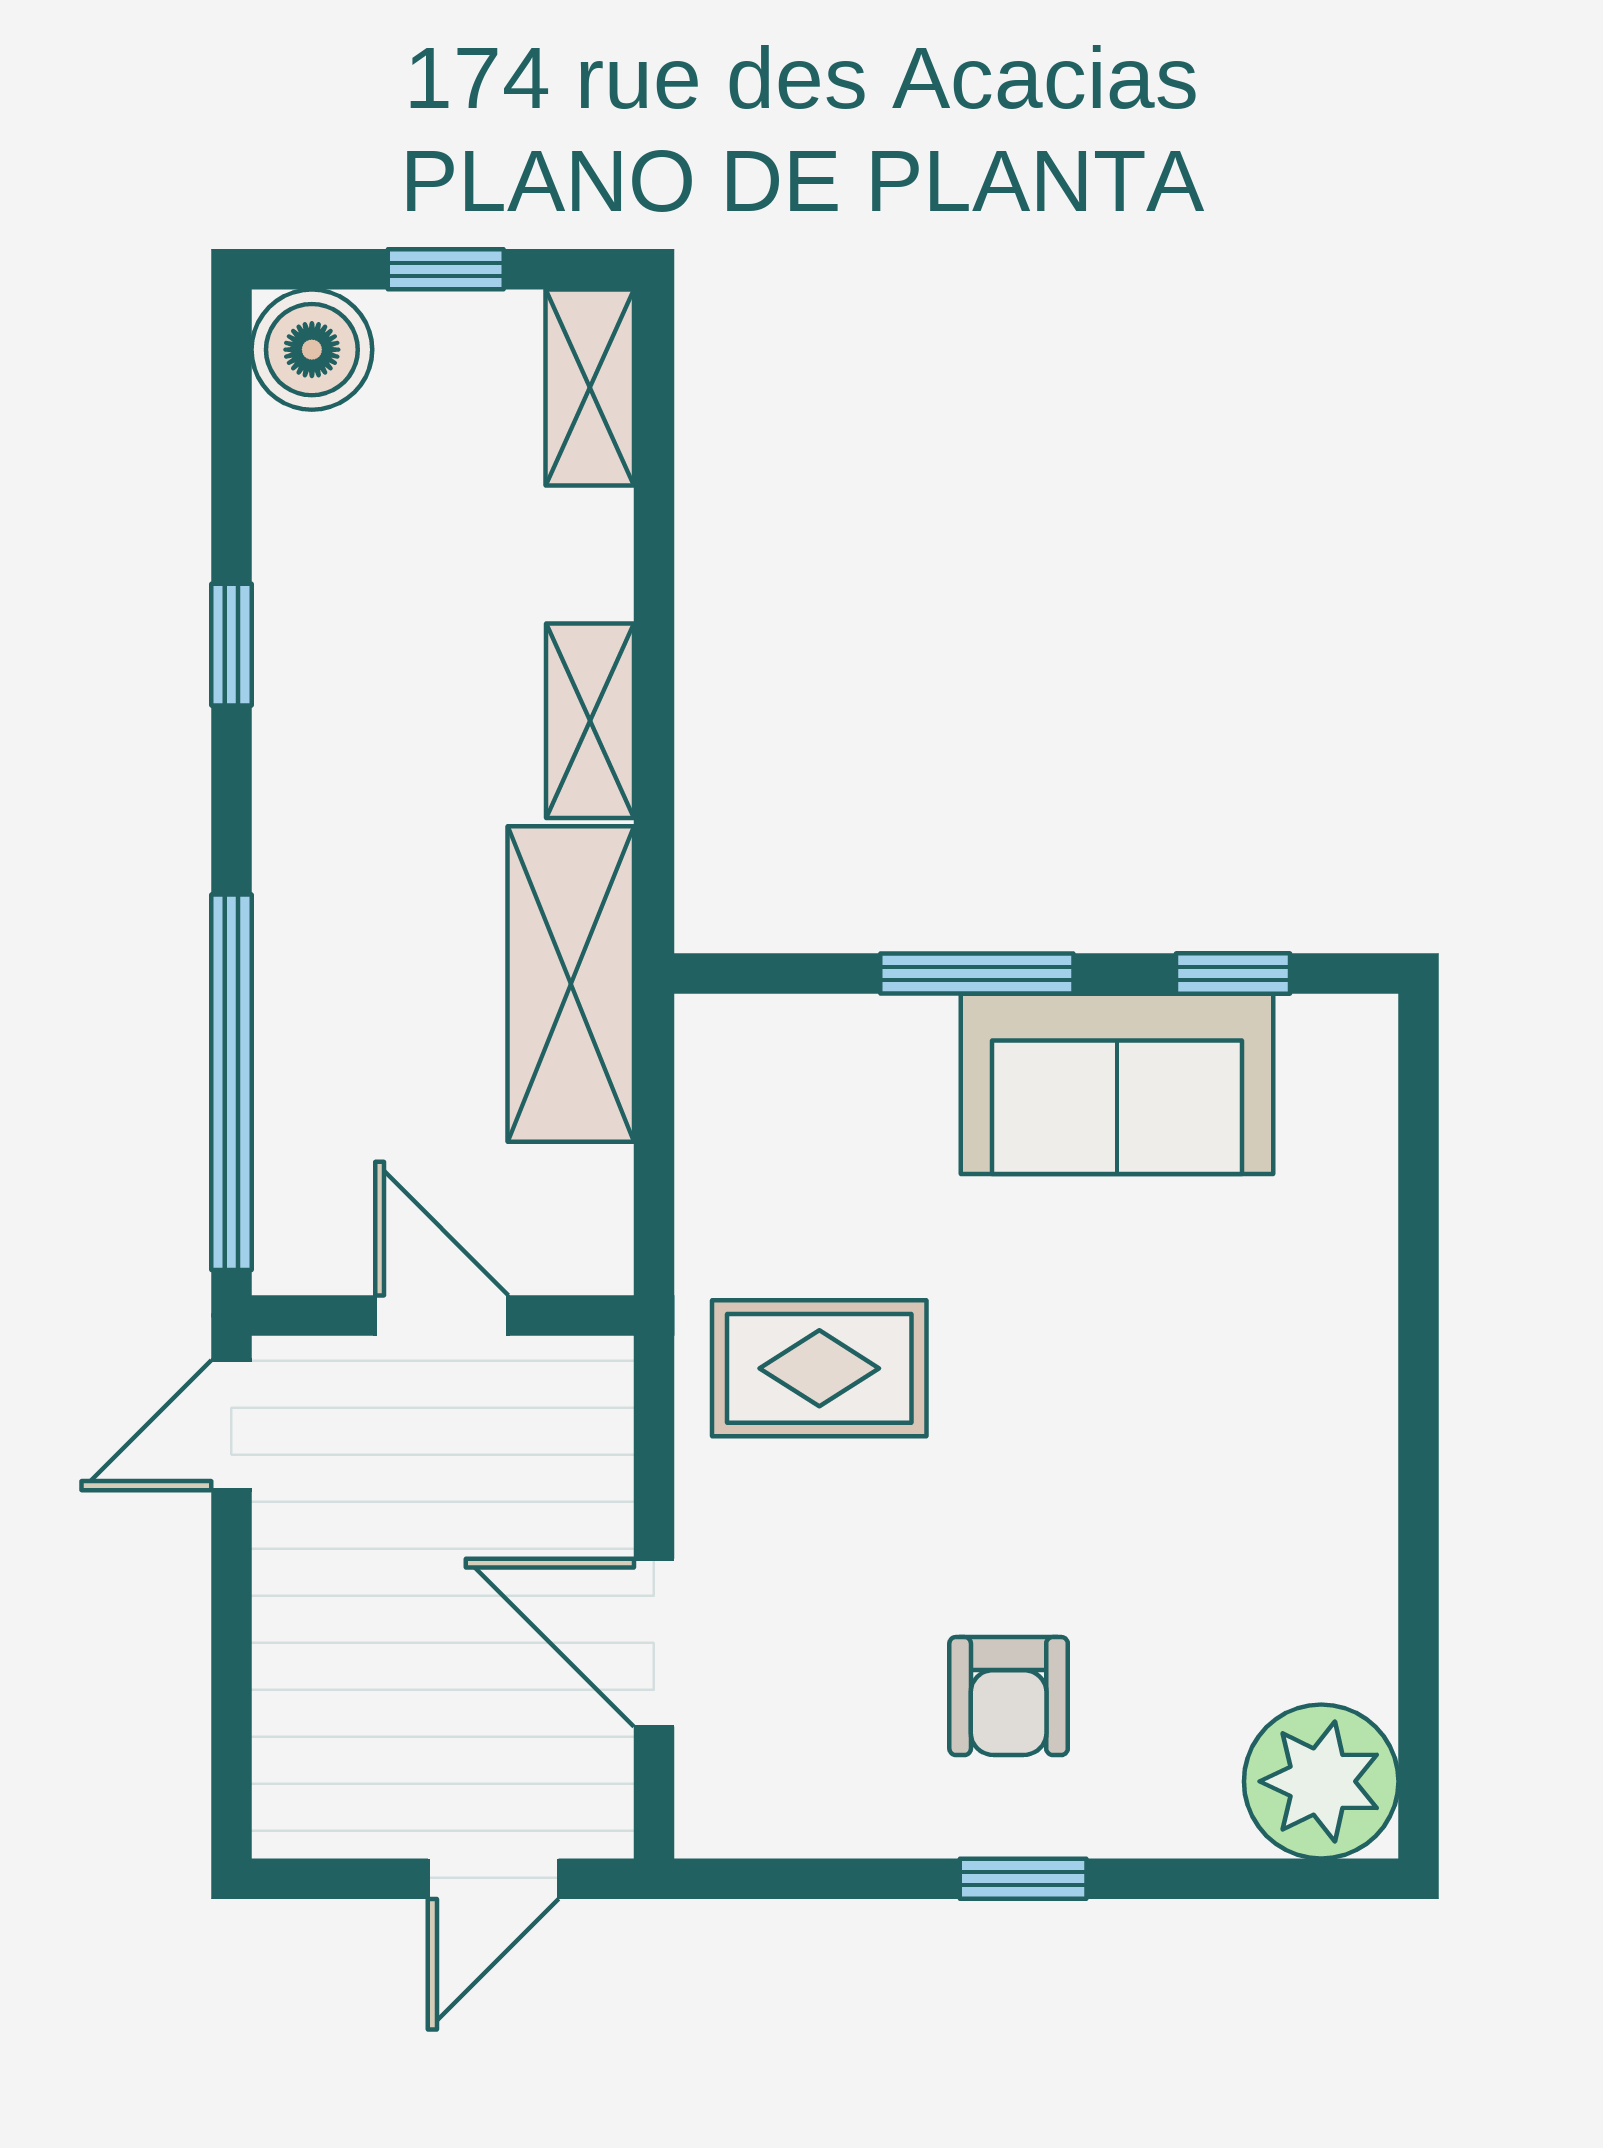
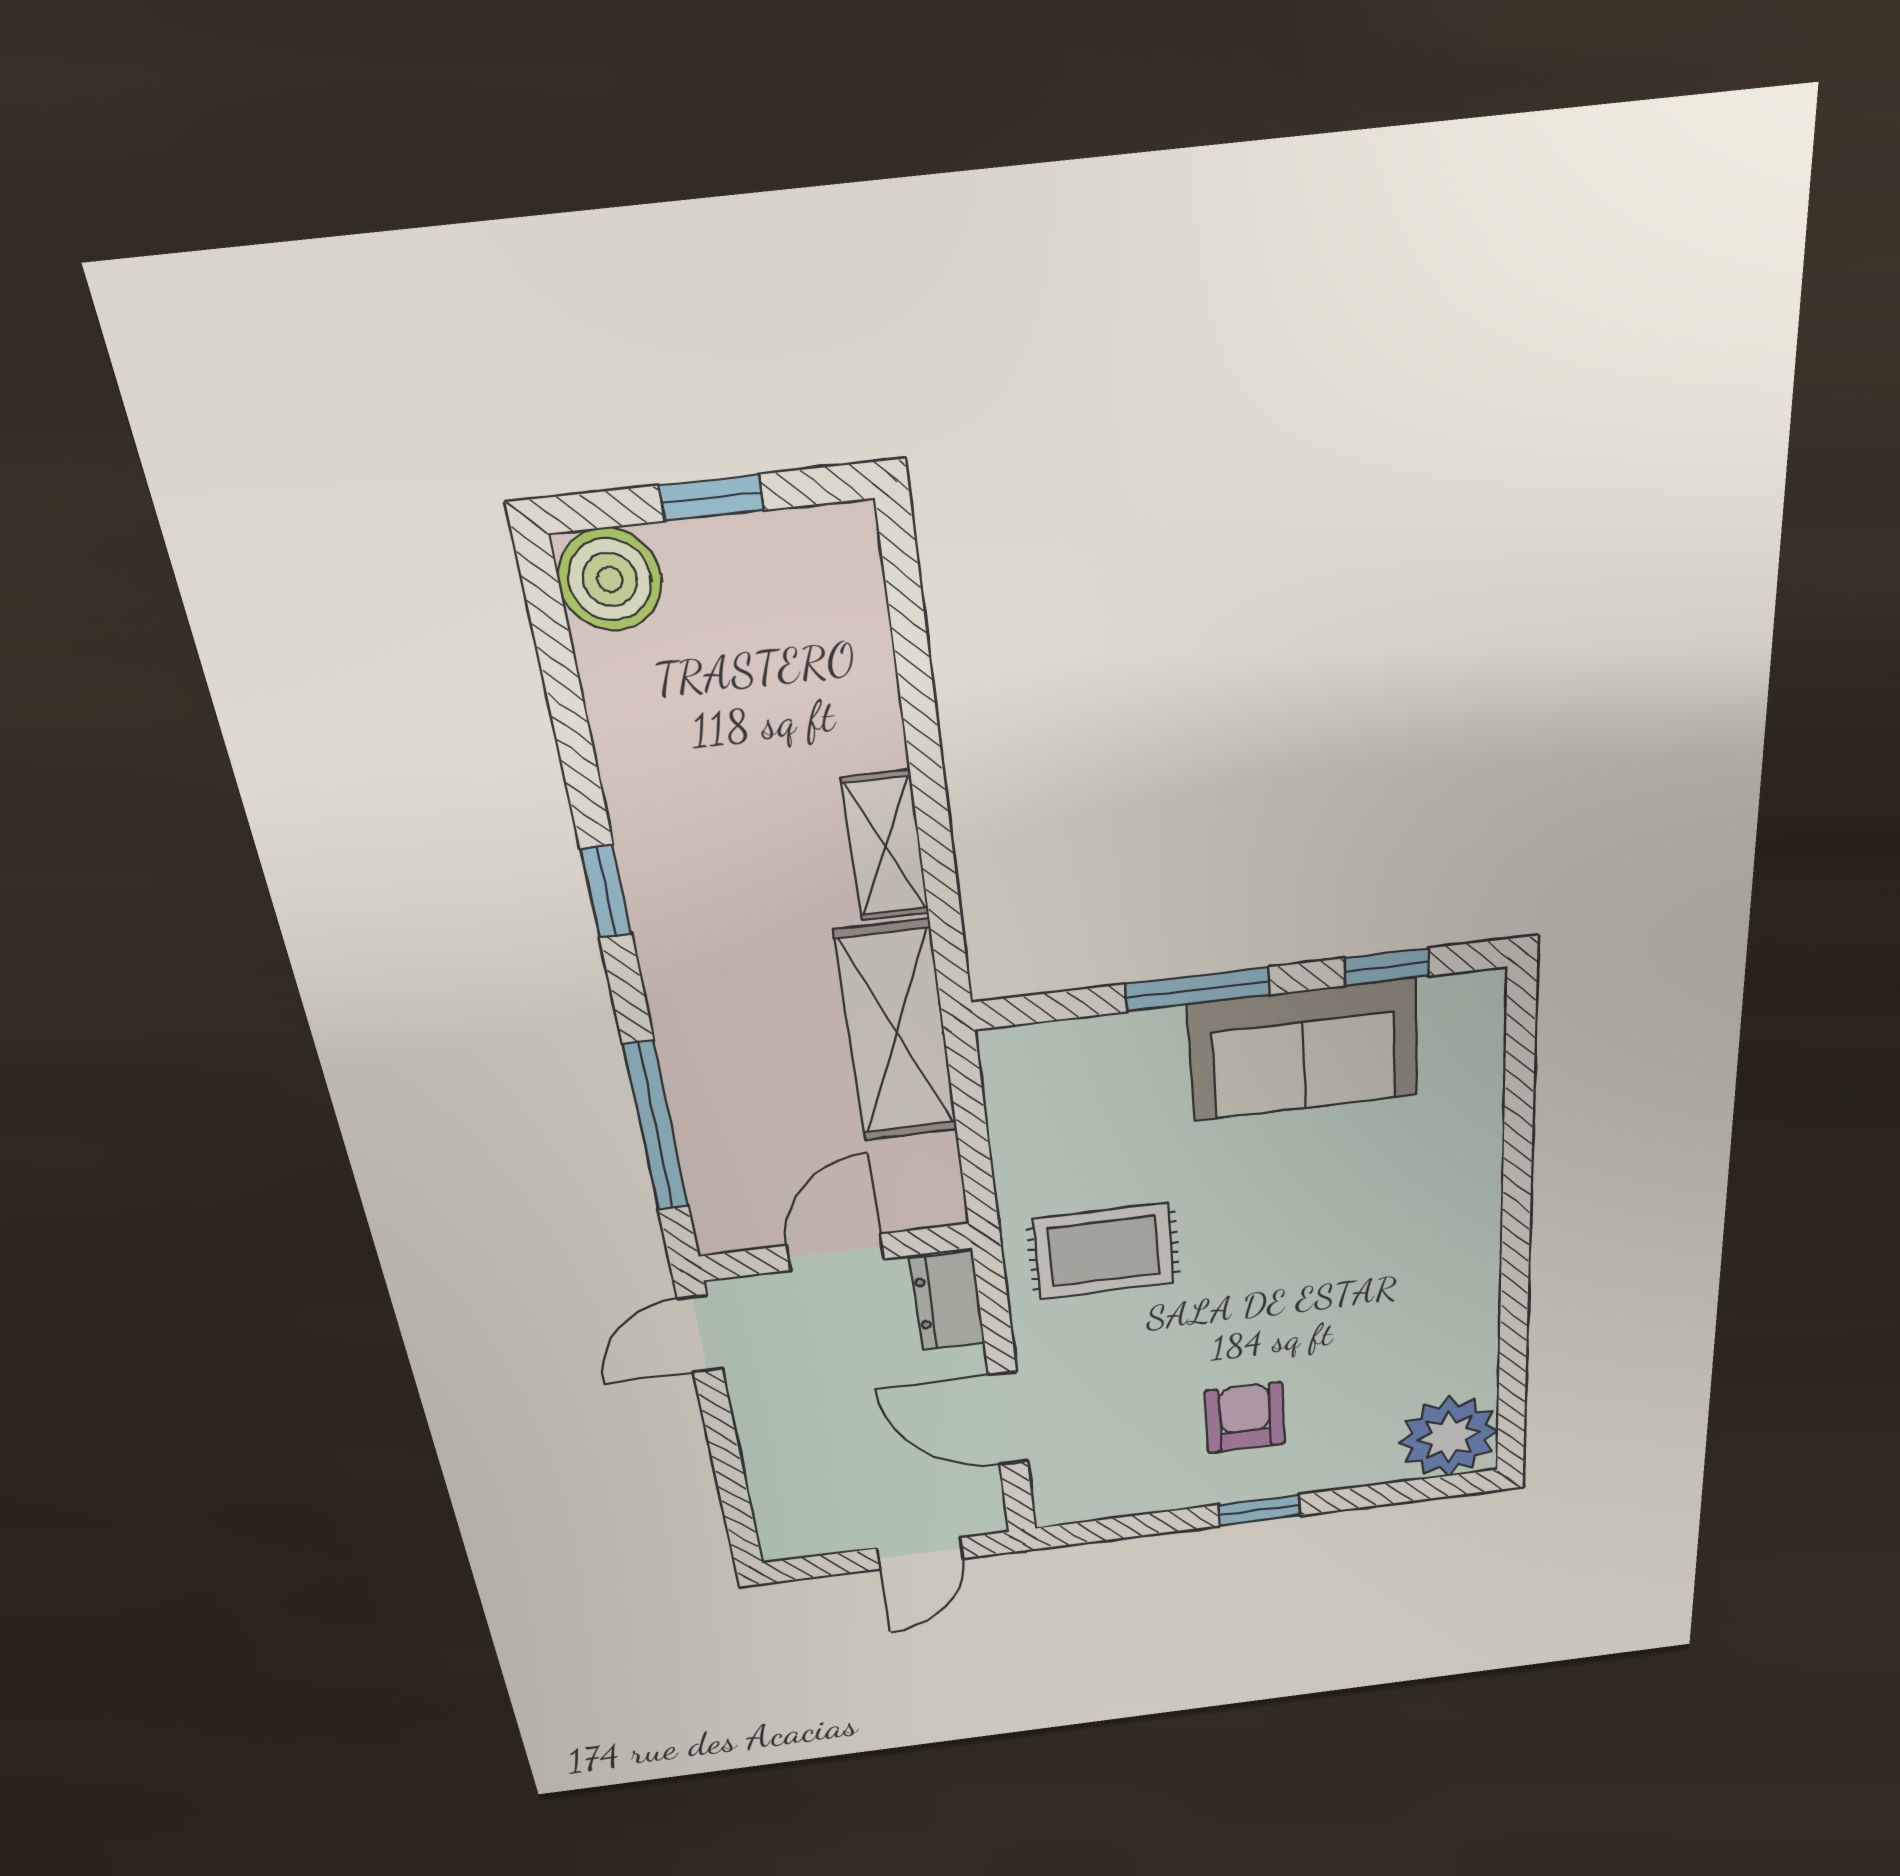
shelving: (590, 388) -> (849, 585), removed
window: (231, 645) -> (606, 892), moved
window: (231, 1082) -> (656, 1127), width x0.68
door: (442, 1315) -> (835, 1252), hinge flipped
dresser: (589, 1420) -> (948, 1301), added
armchair: (1009, 1696) -> (1245, 1418), turned 180

